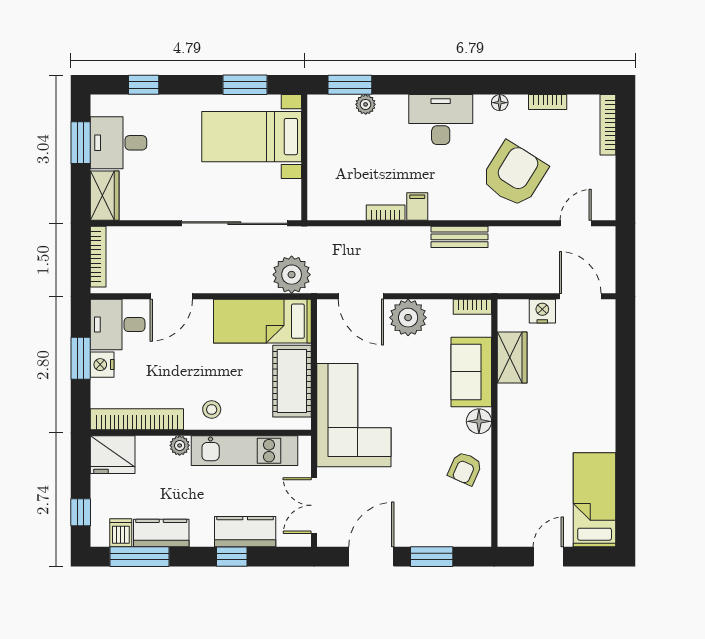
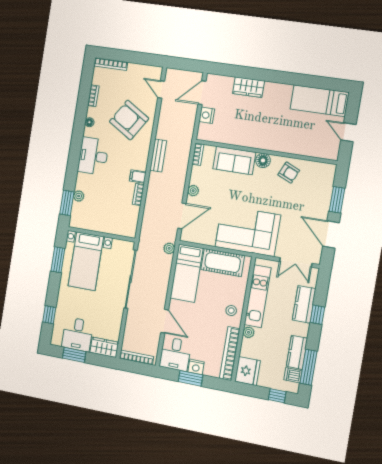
plant: (292, 275) -> (169, 248), width x0.53, depth x0.53
plant: (408, 318) -> (193, 191), width x0.53, depth x0.53
wardrobe: (512, 358) -> (249, 87), moved, turned 180

